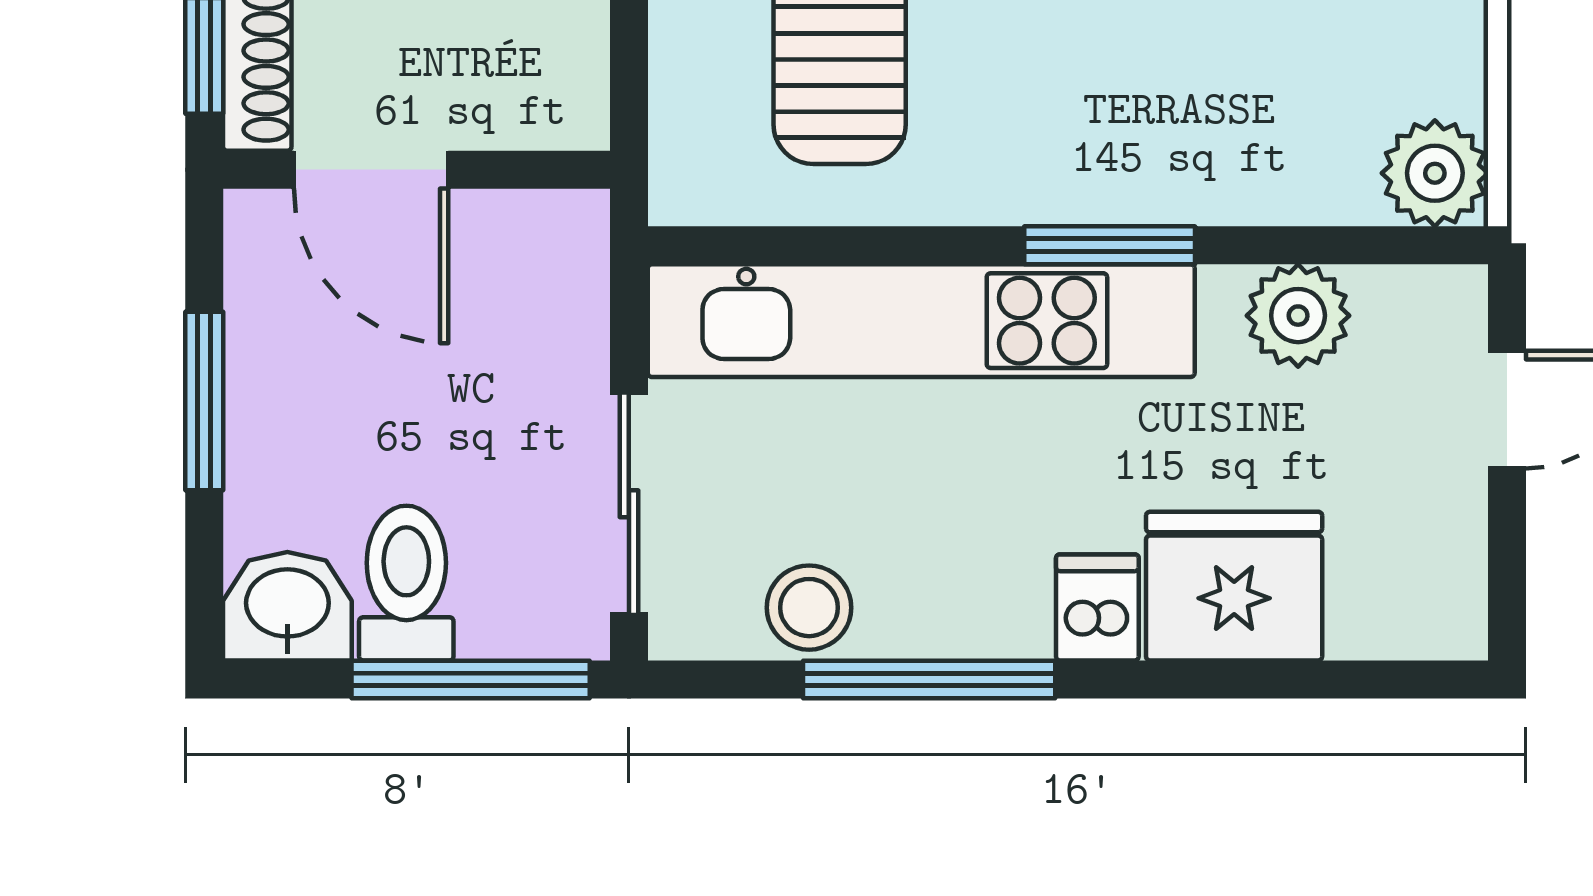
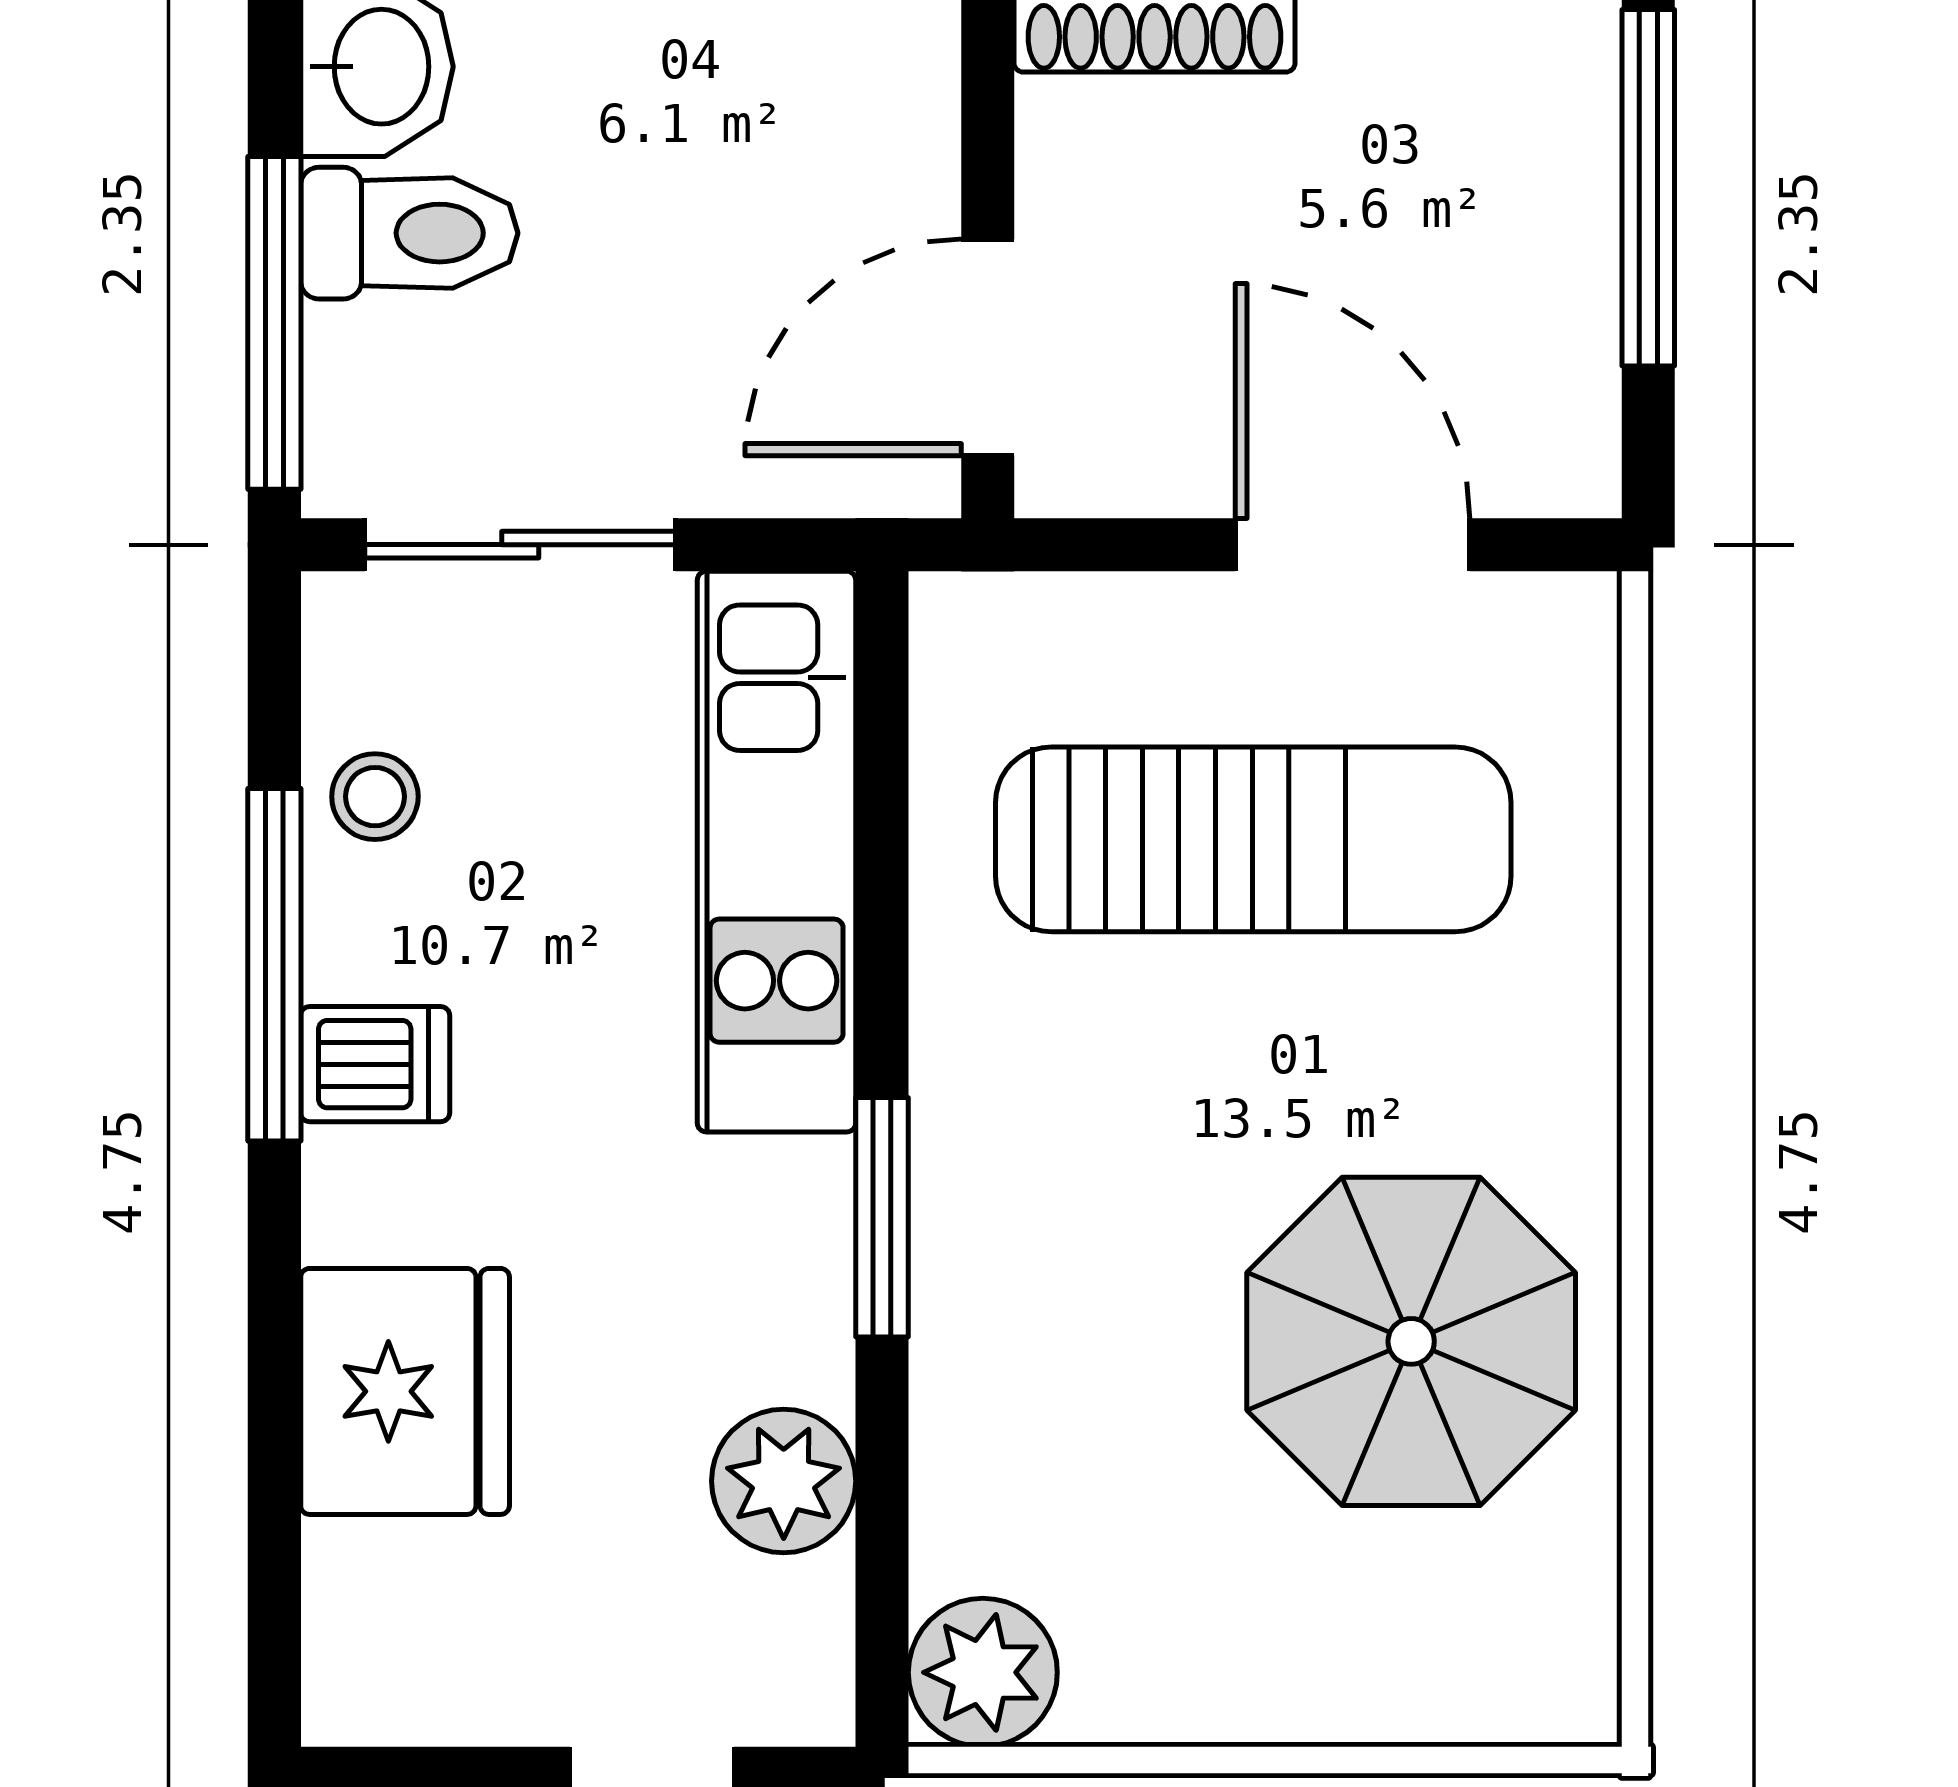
door: (371, 170) -> (988, 347), moved
kitchen unit: (921, 321) -> (777, 852), width x0.73
dishwasher: (1097, 607) -> (375, 1064), moved
stool: (809, 608) -> (375, 797), width x0.73, depth x0.73

